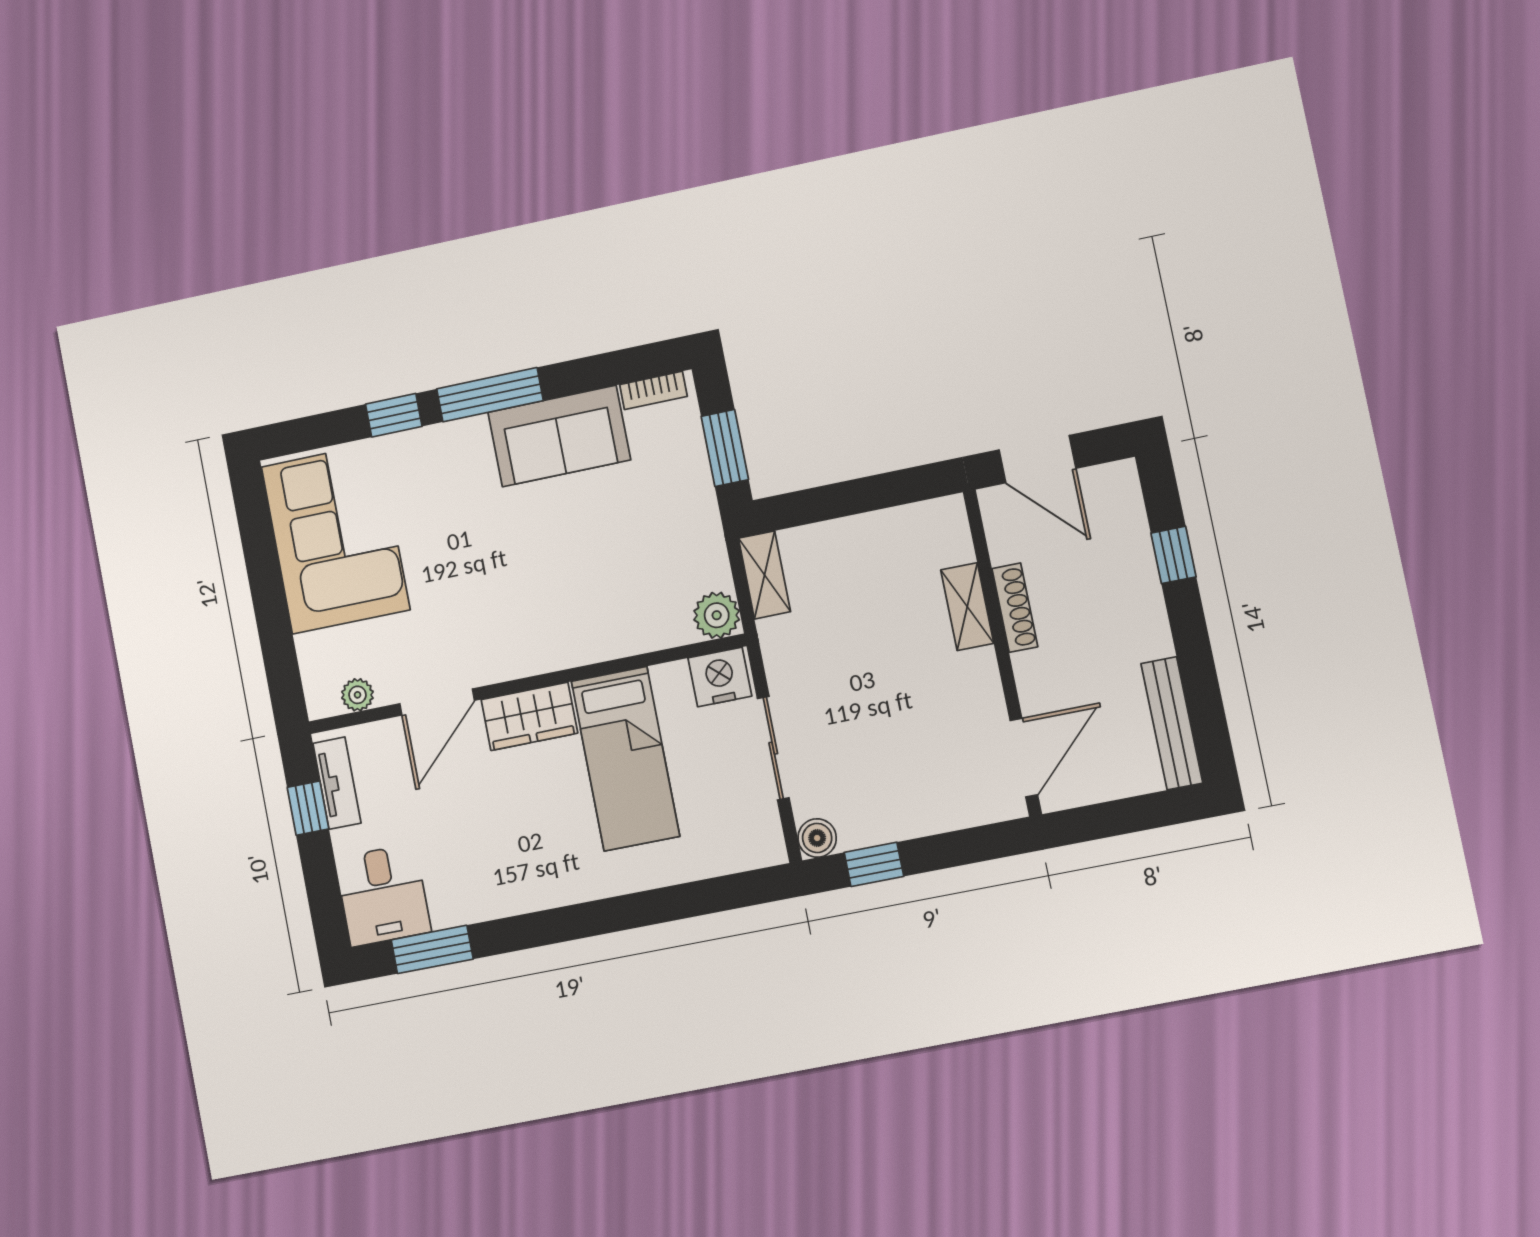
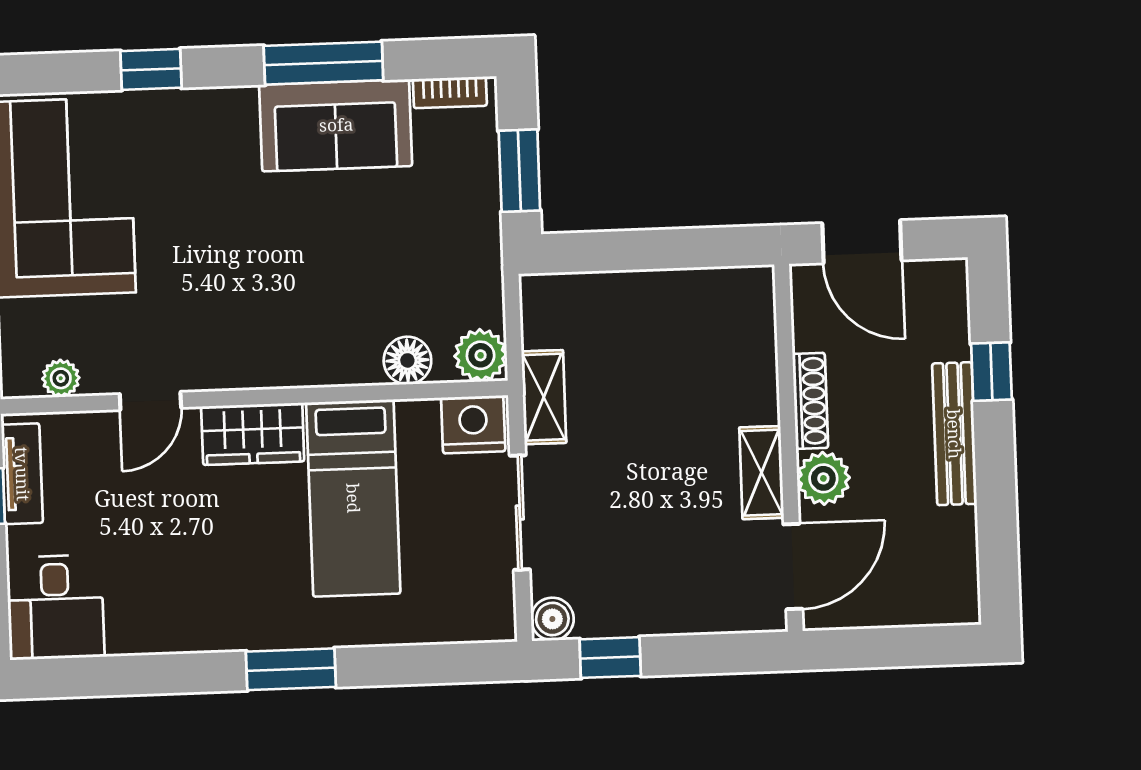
window: (490, 395) -> (323, 63), moved
shelving: (764, 575) -> (544, 397), moved
shelving: (967, 607) -> (761, 473), moved
floor lamp: (654, 630) -> (407, 360), added
plant: (1038, 675) -> (823, 478), added
door: (437, 702) -> (150, 401), width x0.73
bench: (1172, 723) -> (954, 434), moved
window: (432, 949) -> (291, 669), moved

